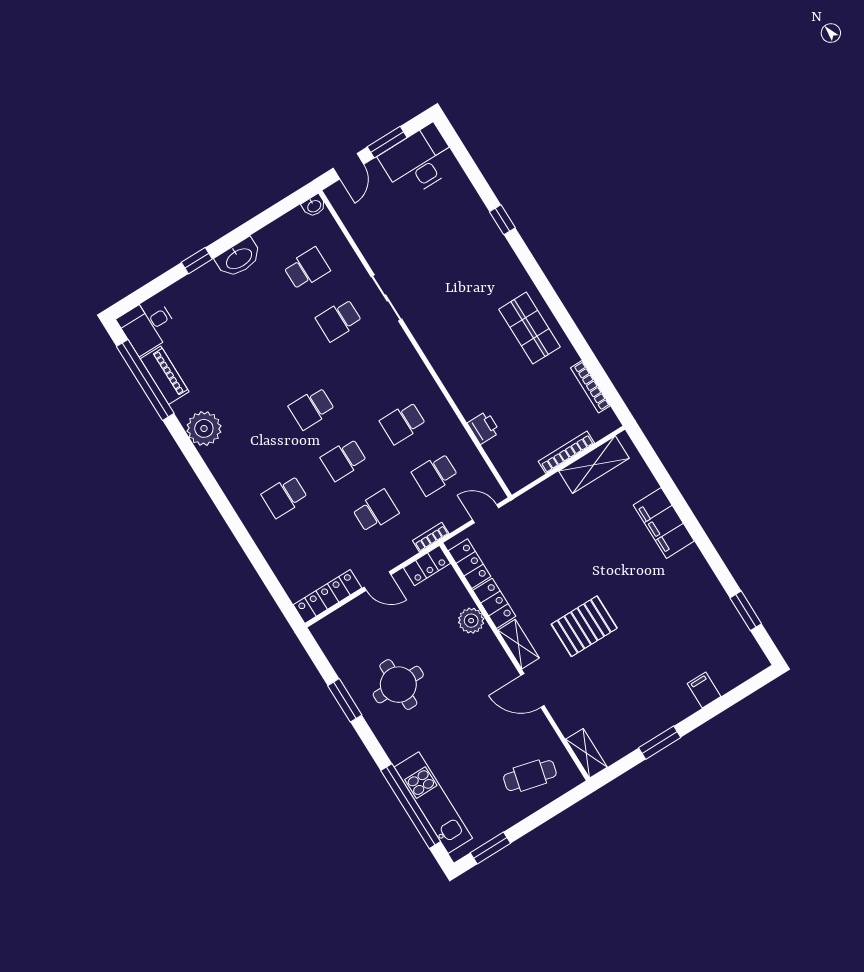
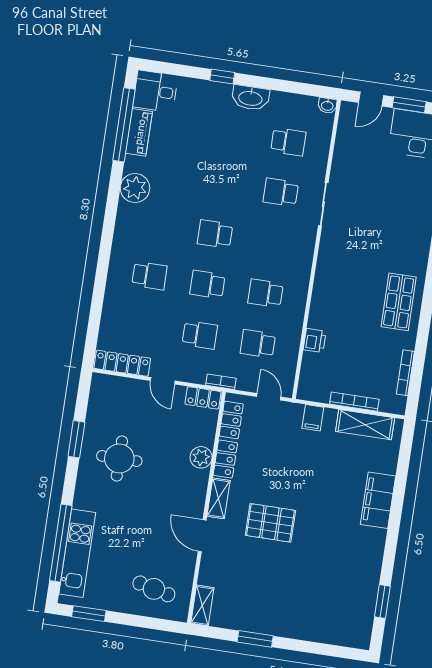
school desk: (285, 496) -> (149, 276), turned 180
filing cabinet: (704, 690) -> (313, 418), moved, turned 180

